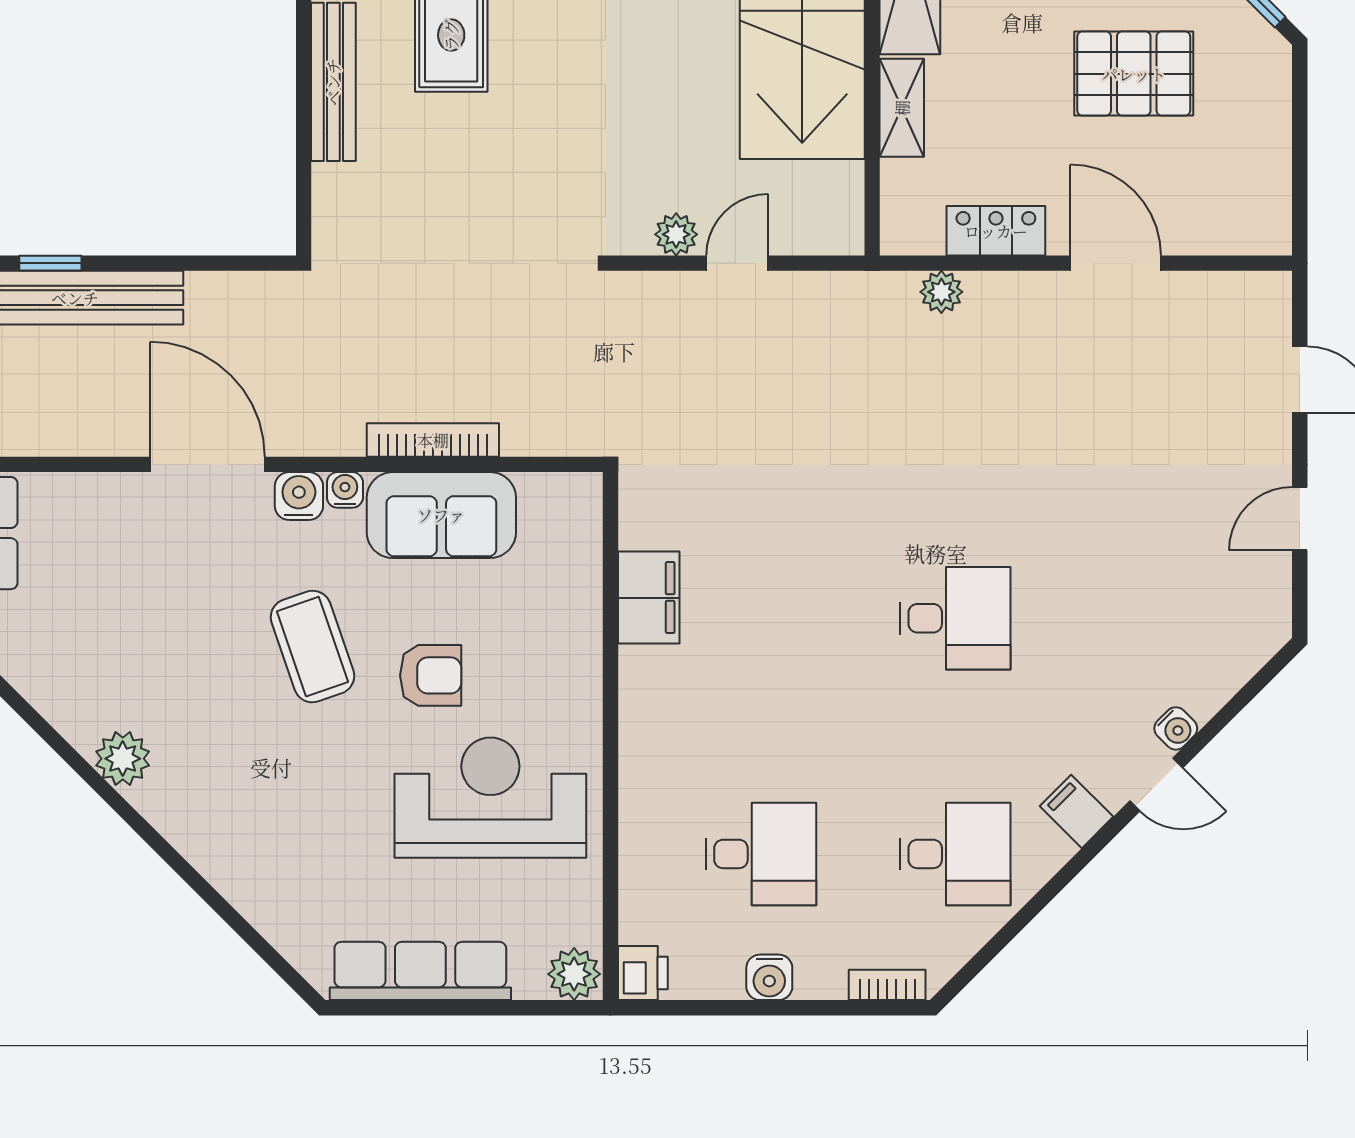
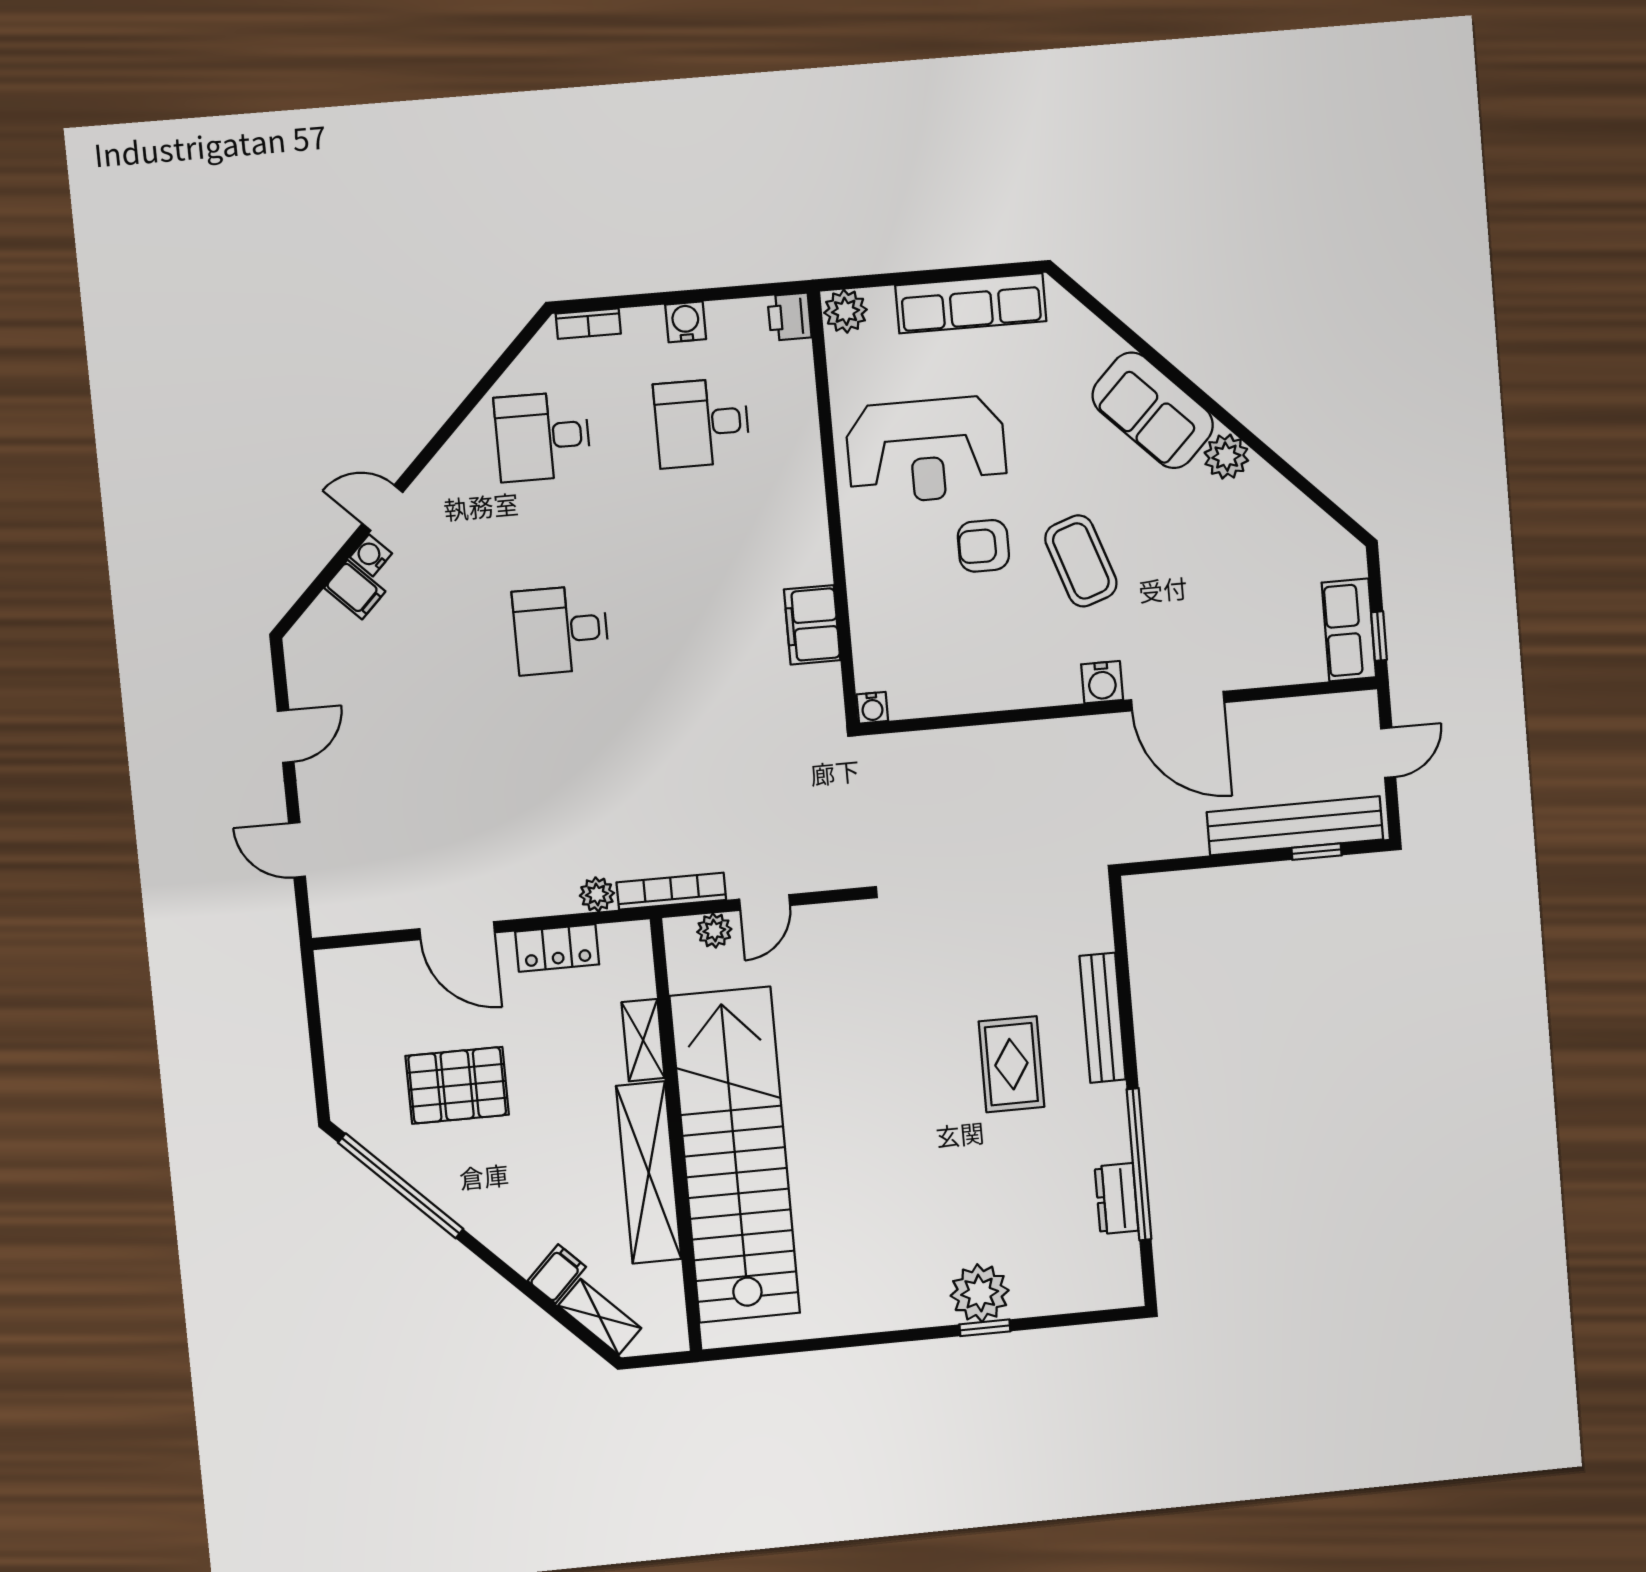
plant: (676, 234) -> (714, 931), moved
bookcase: (433, 440) -> (671, 891), moved, turned 180
water cooler: (345, 490) -> (872, 708), moved
sofa: (441, 515) -> (1153, 410), moved, turned -135
filing cabinet: (1076, 811) -> (355, 590), moved

